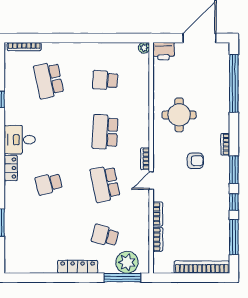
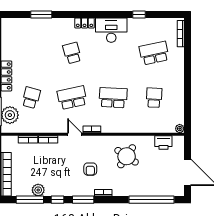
printer: (164, 51) -> (163, 143), moved, turned -90
round table: (179, 115) -> (127, 156), turned 34
desk: (20, 140) -> (111, 30), width x1.37
plant: (222, 227) -> (38, 190), added

